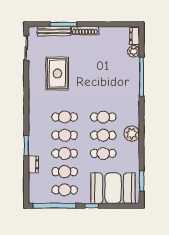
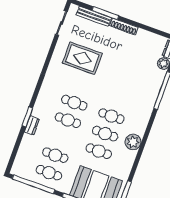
rug: (57, 74) -> (82, 58), turned 90
cafe table: (65, 153) -> (62, 138), removed
dresser: (33, 164) -> (32, 126), moved

